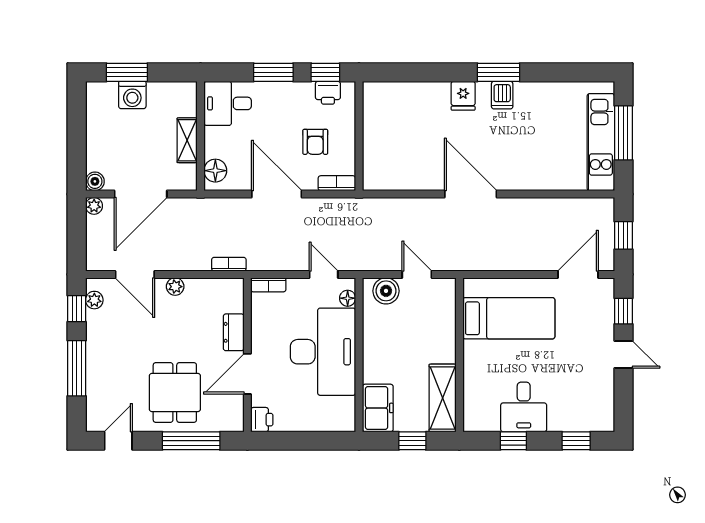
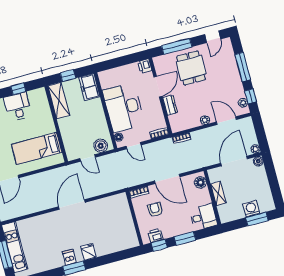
door: (471, 194) -> (72, 204), swing flipped

